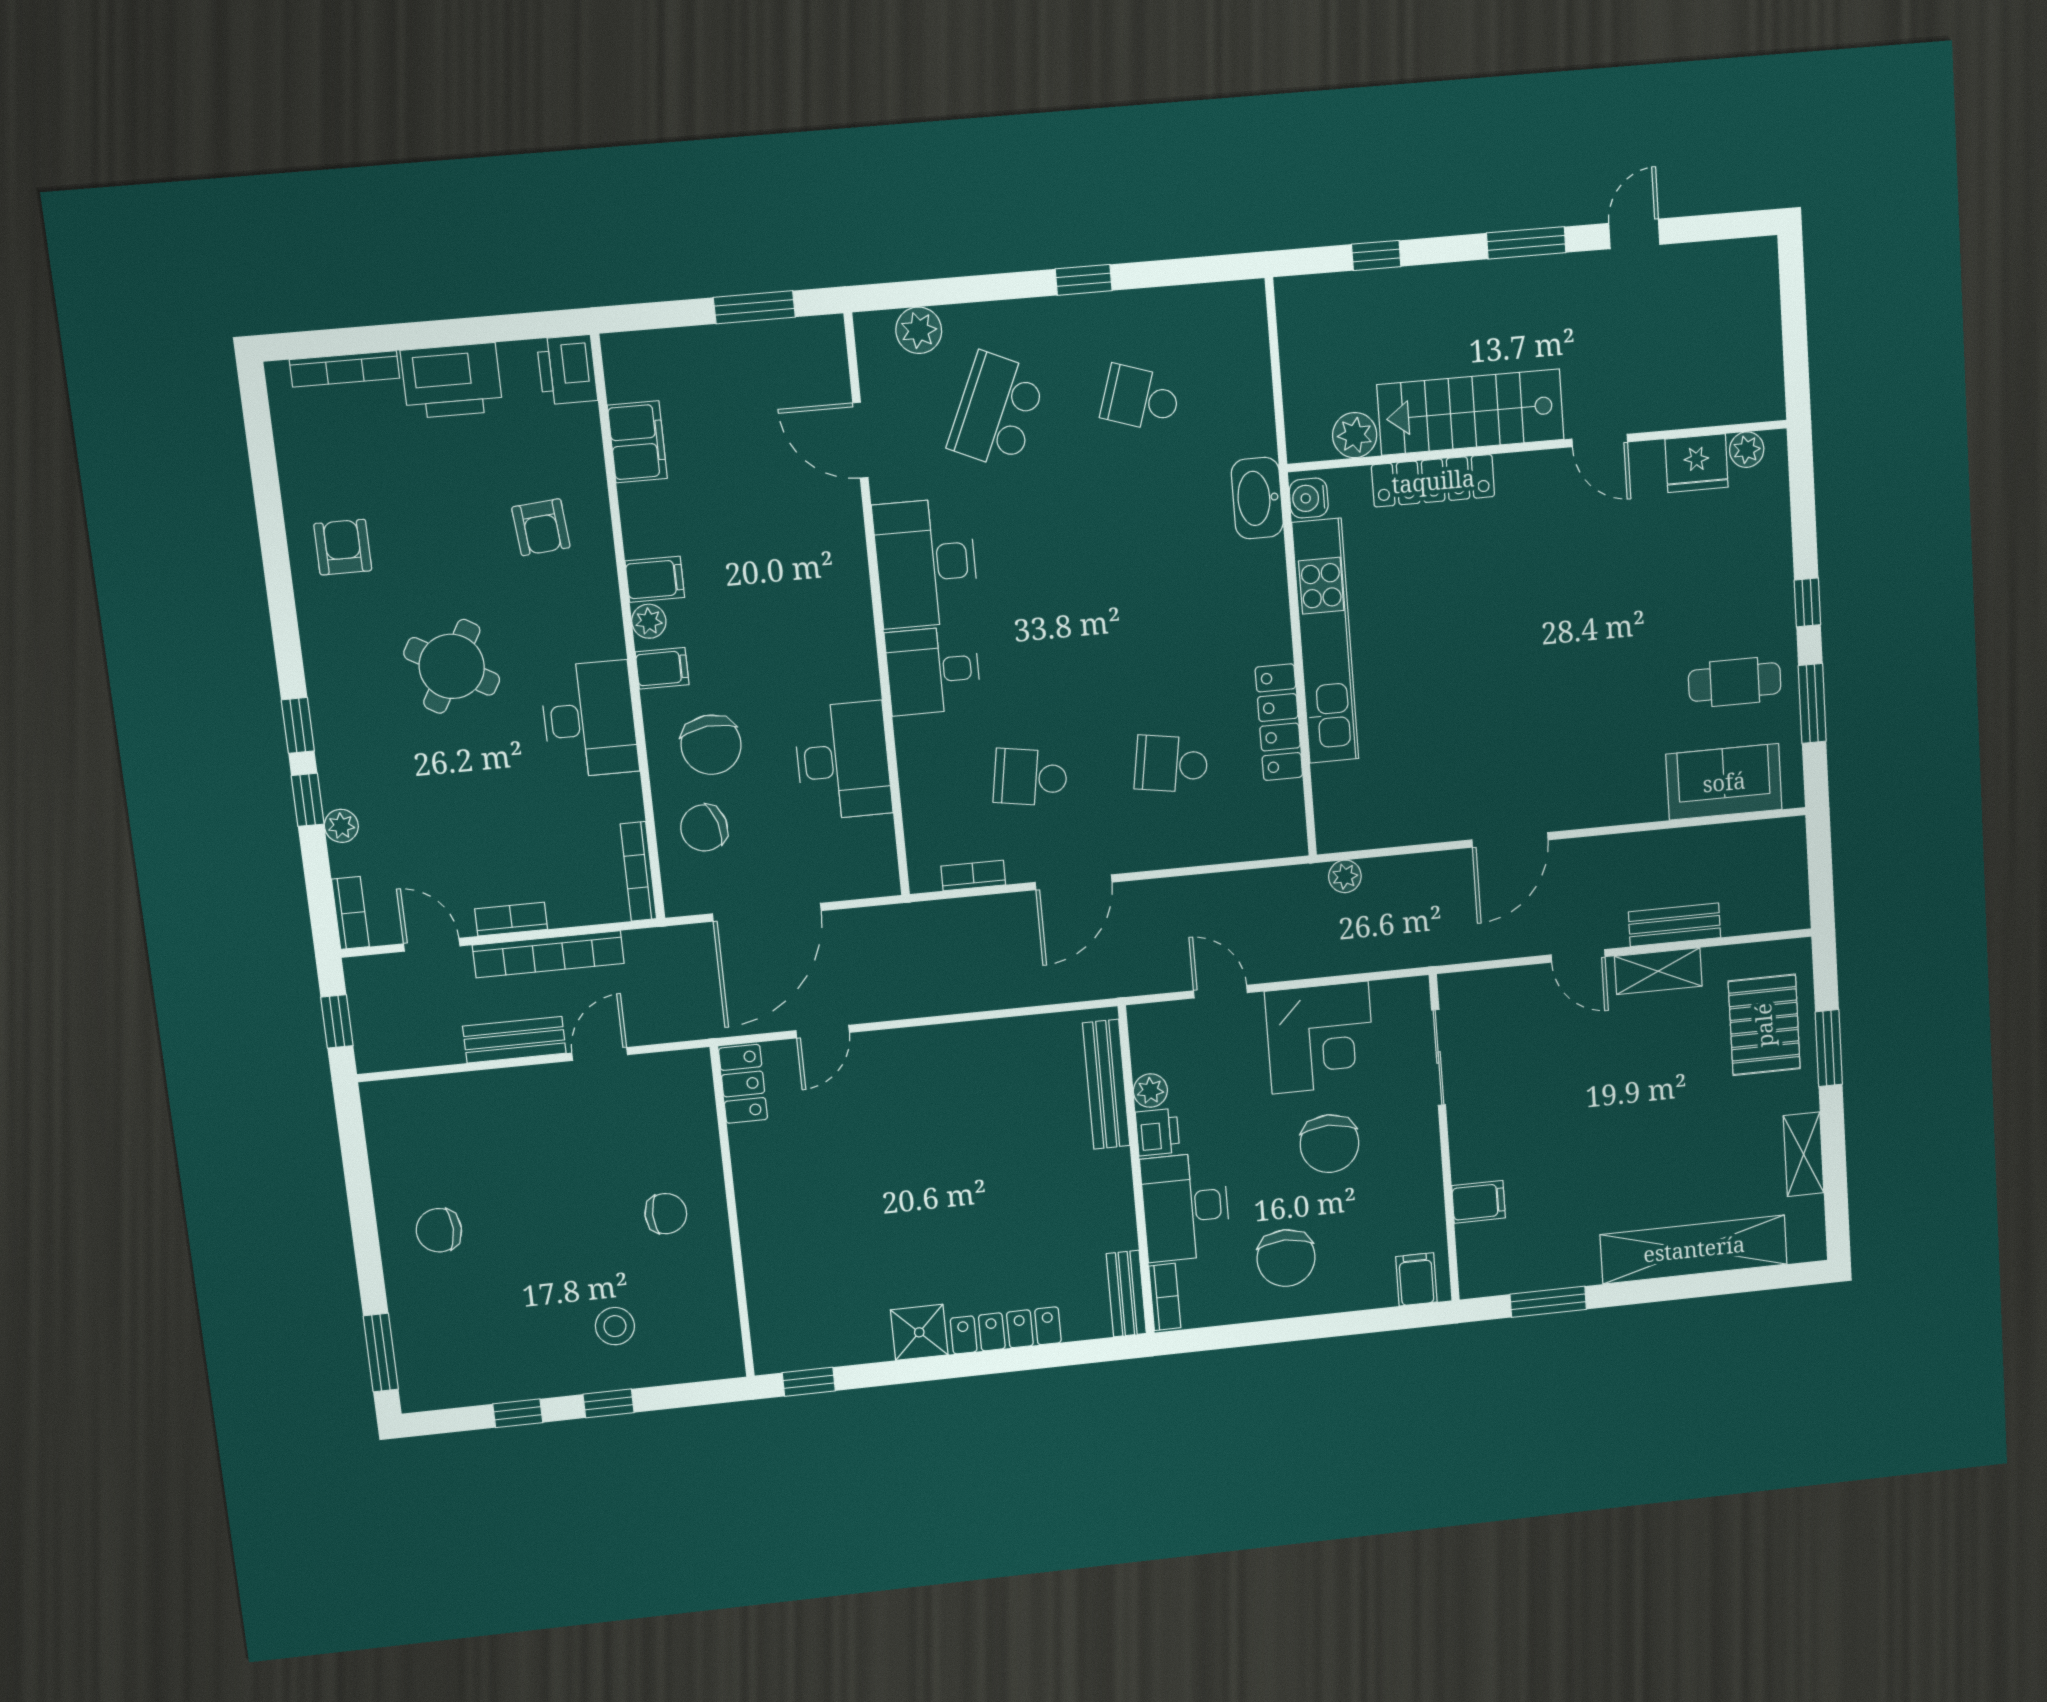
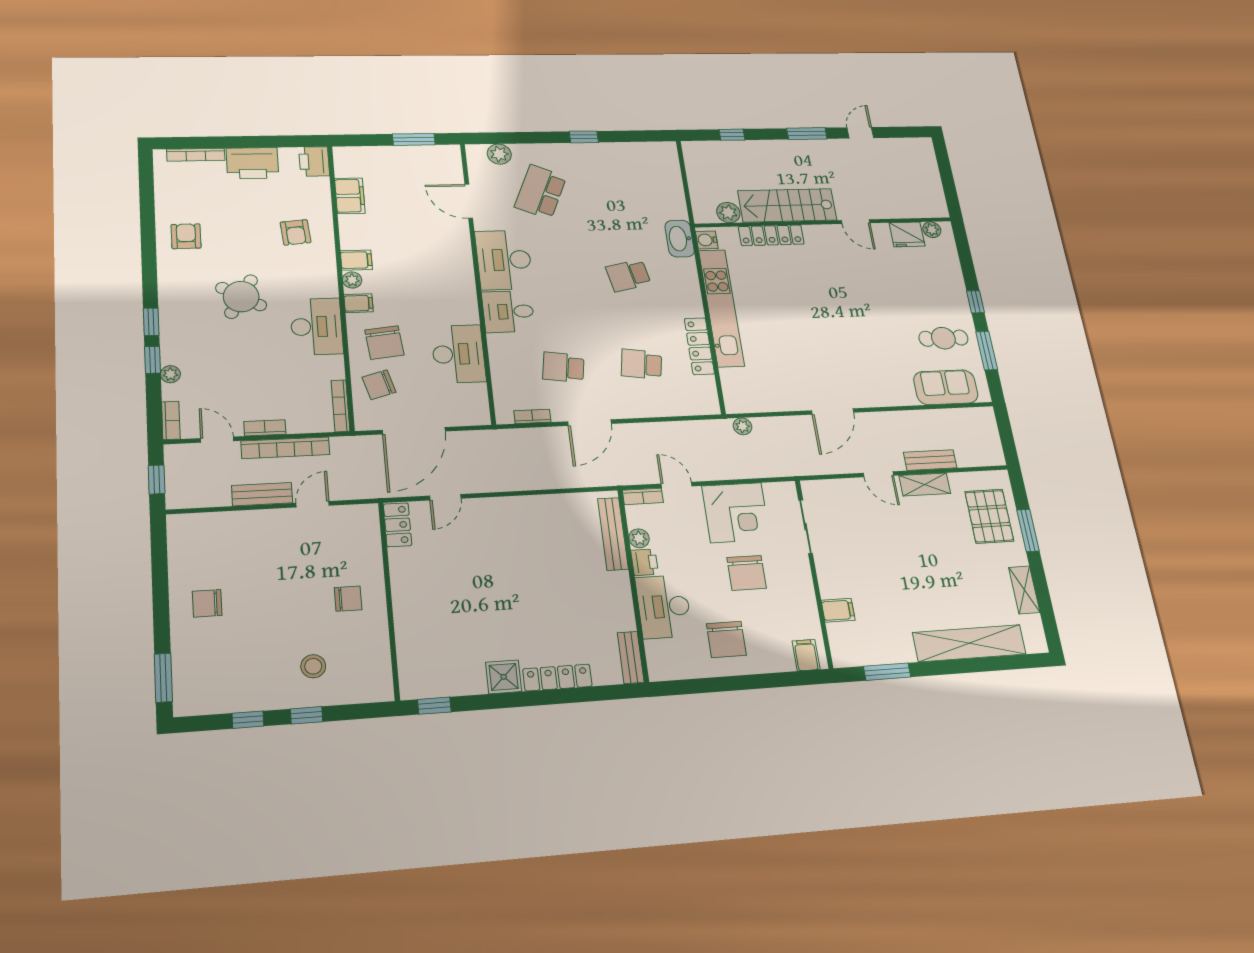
school desk: (1141, 398) -> (628, 275), moved, turned -30
bookcase: (1165, 1297) -> (643, 496), moved, turned 90

